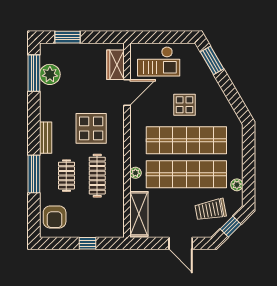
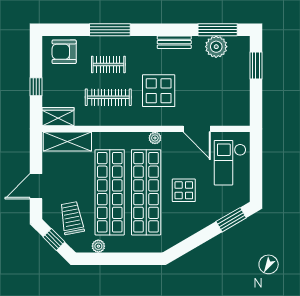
wardrobe: (115, 65) -> (58, 117), moved
bench: (46, 138) -> (174, 42), moved
plant: (135, 173) -> (155, 138), moved

